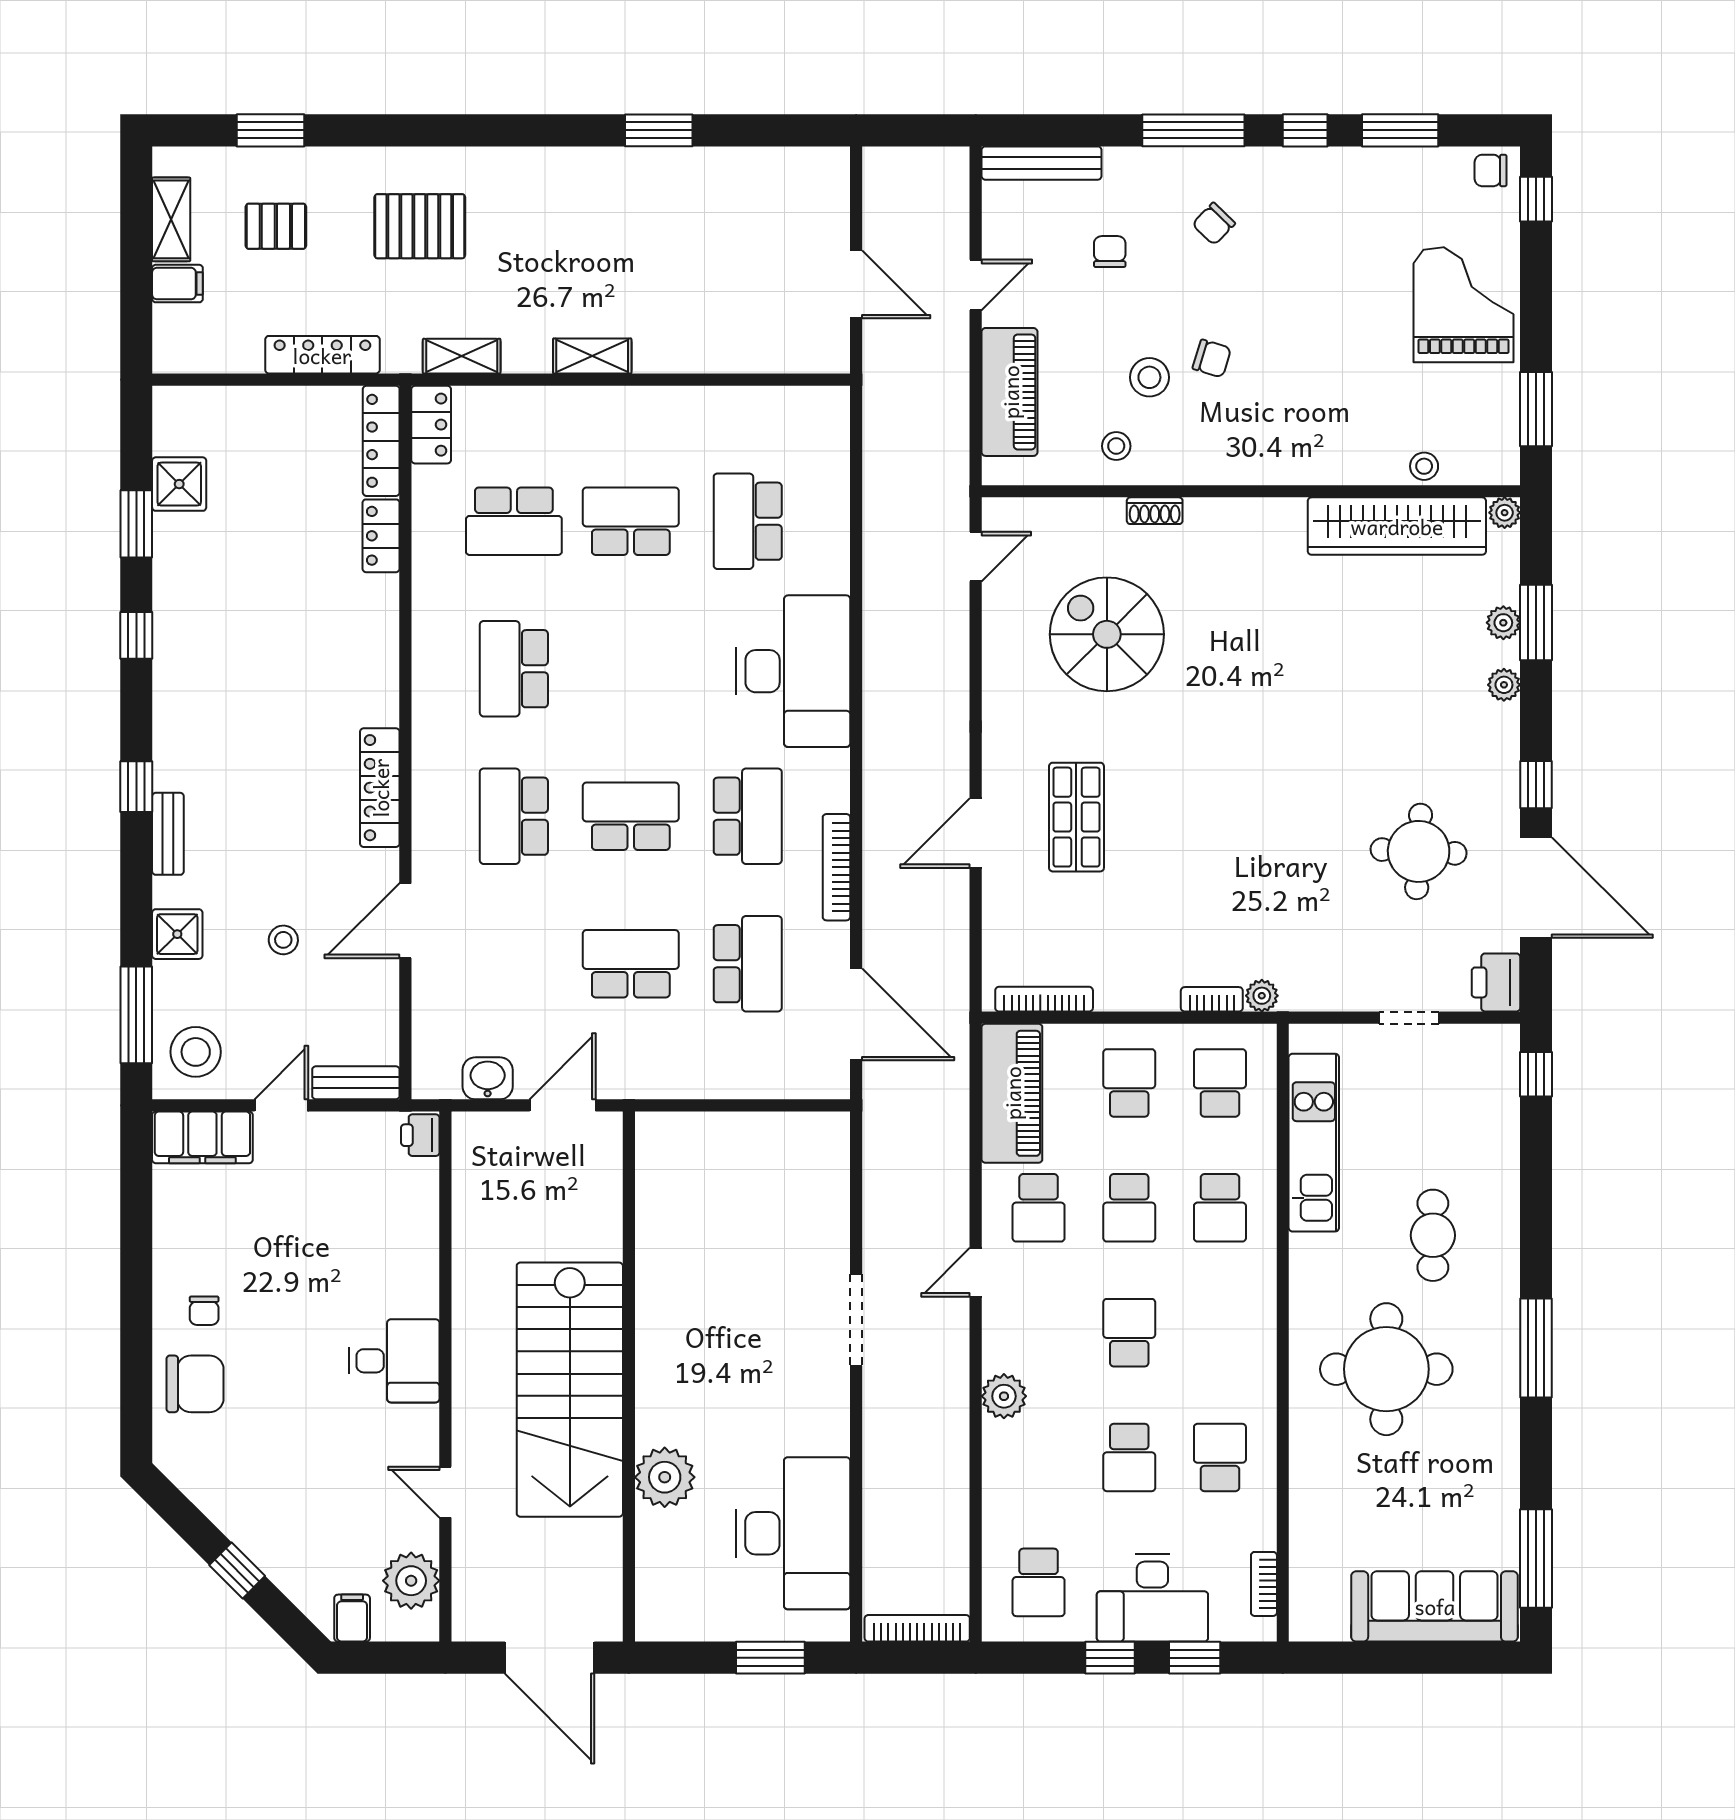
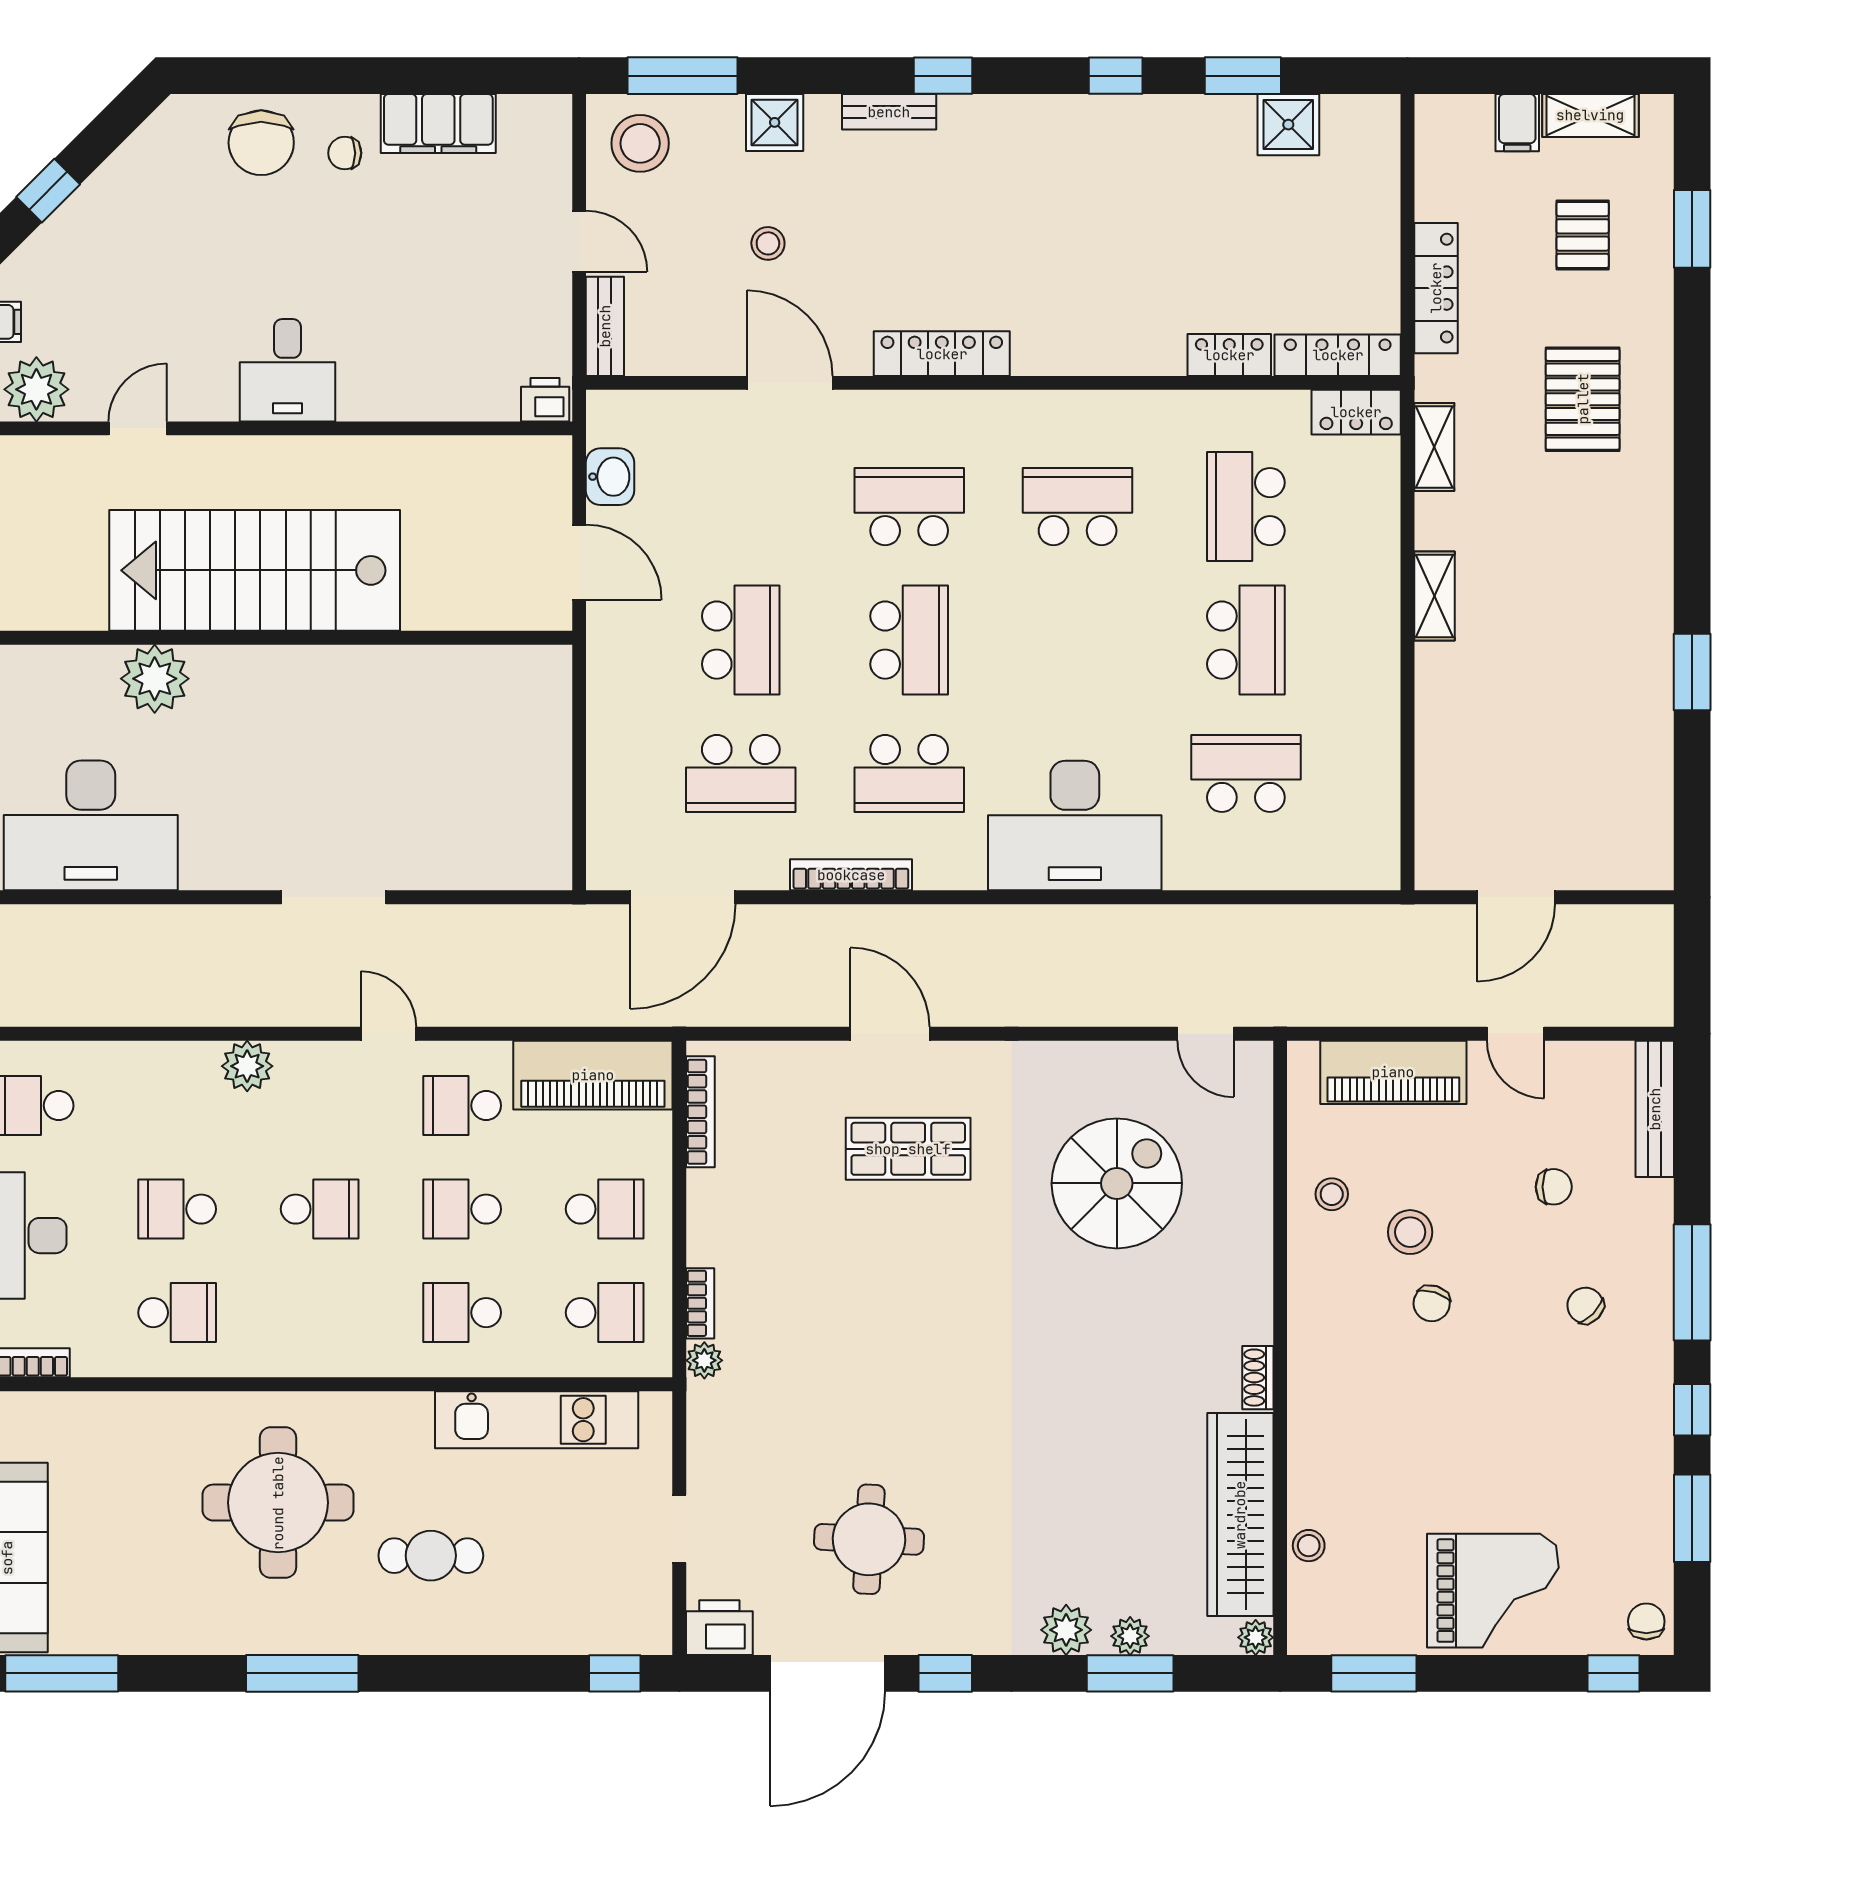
shoe rack: (1155, 511) -> (1258, 1378), moved
plant: (1504, 685) -> (1066, 1630), width x1.38, depth x1.38
filing cabinet: (202, 1137) -> (438, 124), moved, turned -90

